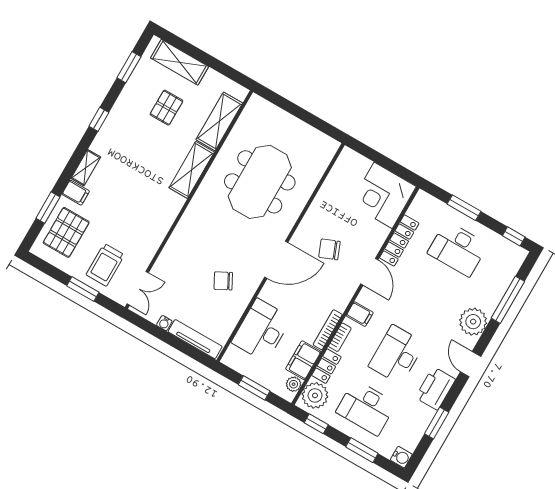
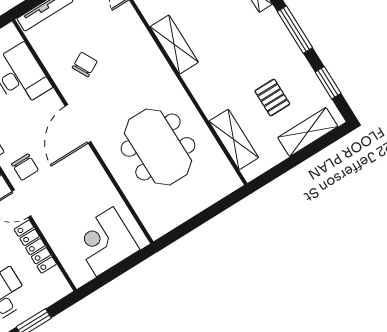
window: (99, 119) -> (295, 30), width x2.17
shelving: (192, 170) -> (174, 45), moved
corner desk: (383, 195) -> (105, 242), moved, turned -90
chair: (329, 249) -> (25, 167), moved, turned 112

